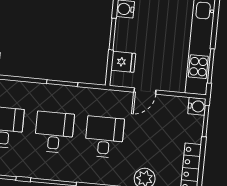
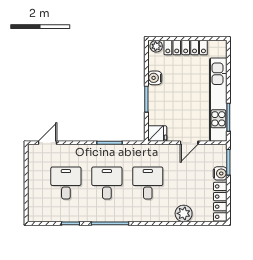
fridge: (123, 62) -> (157, 133), moved
door: (145, 91) -> (189, 143), moved
water cooler: (197, 106) -> (220, 173), moved

